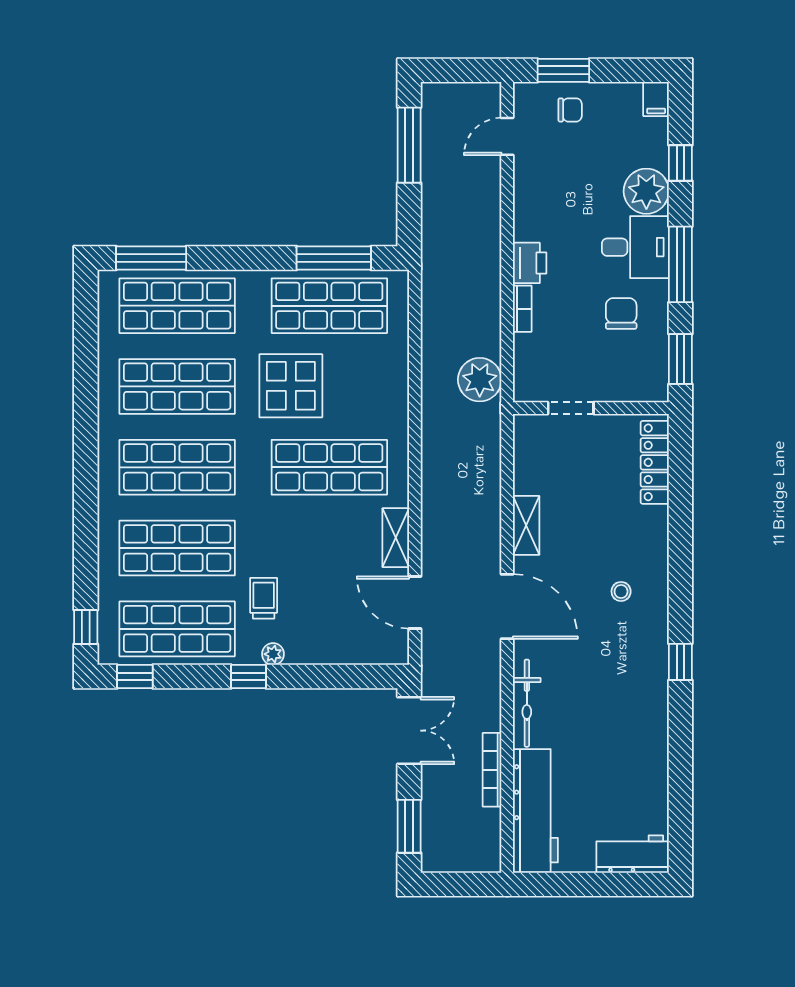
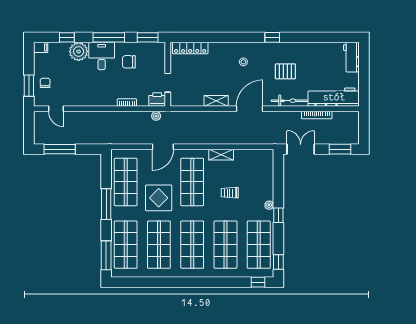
window: (334, 258) -> (106, 204), moved
printer: (530, 263) -> (157, 99), moved
plant: (480, 380) -> (156, 116), width x0.53, depth x0.53
trolley: (264, 598) -> (230, 193), moved
door: (415, 602) -> (163, 147), moved
pallet: (598, 694) -> (285, 71), added

